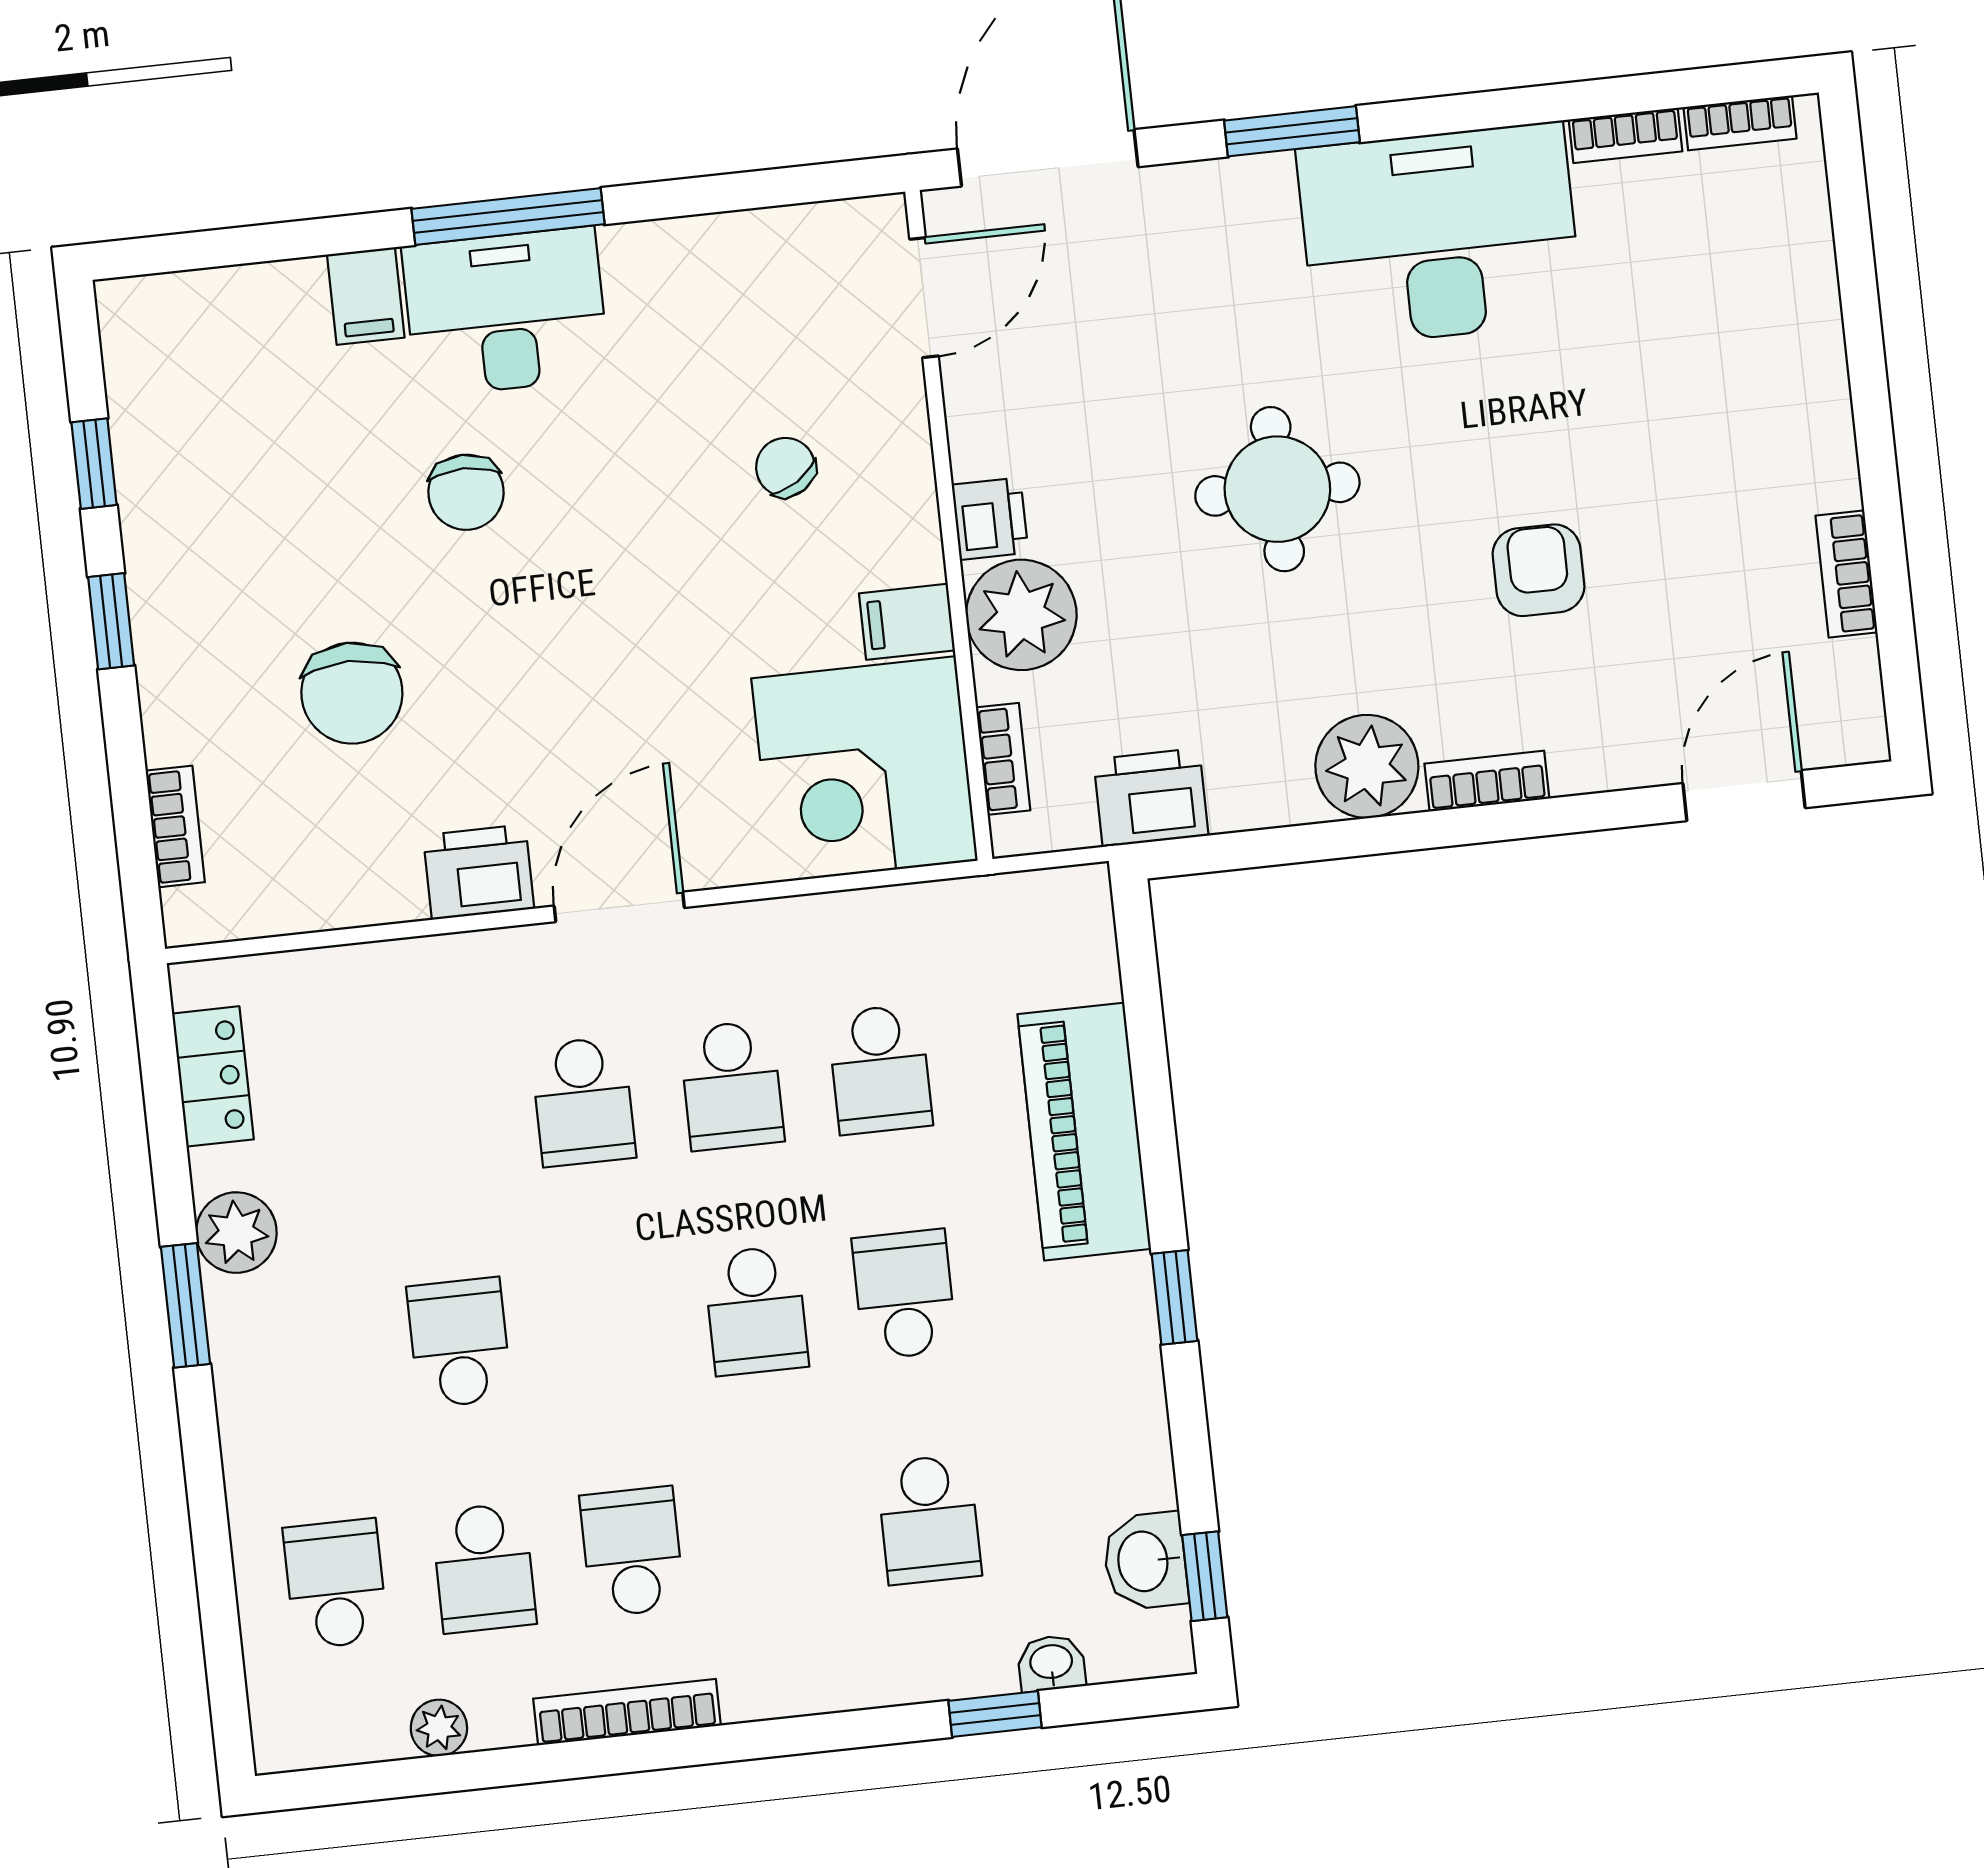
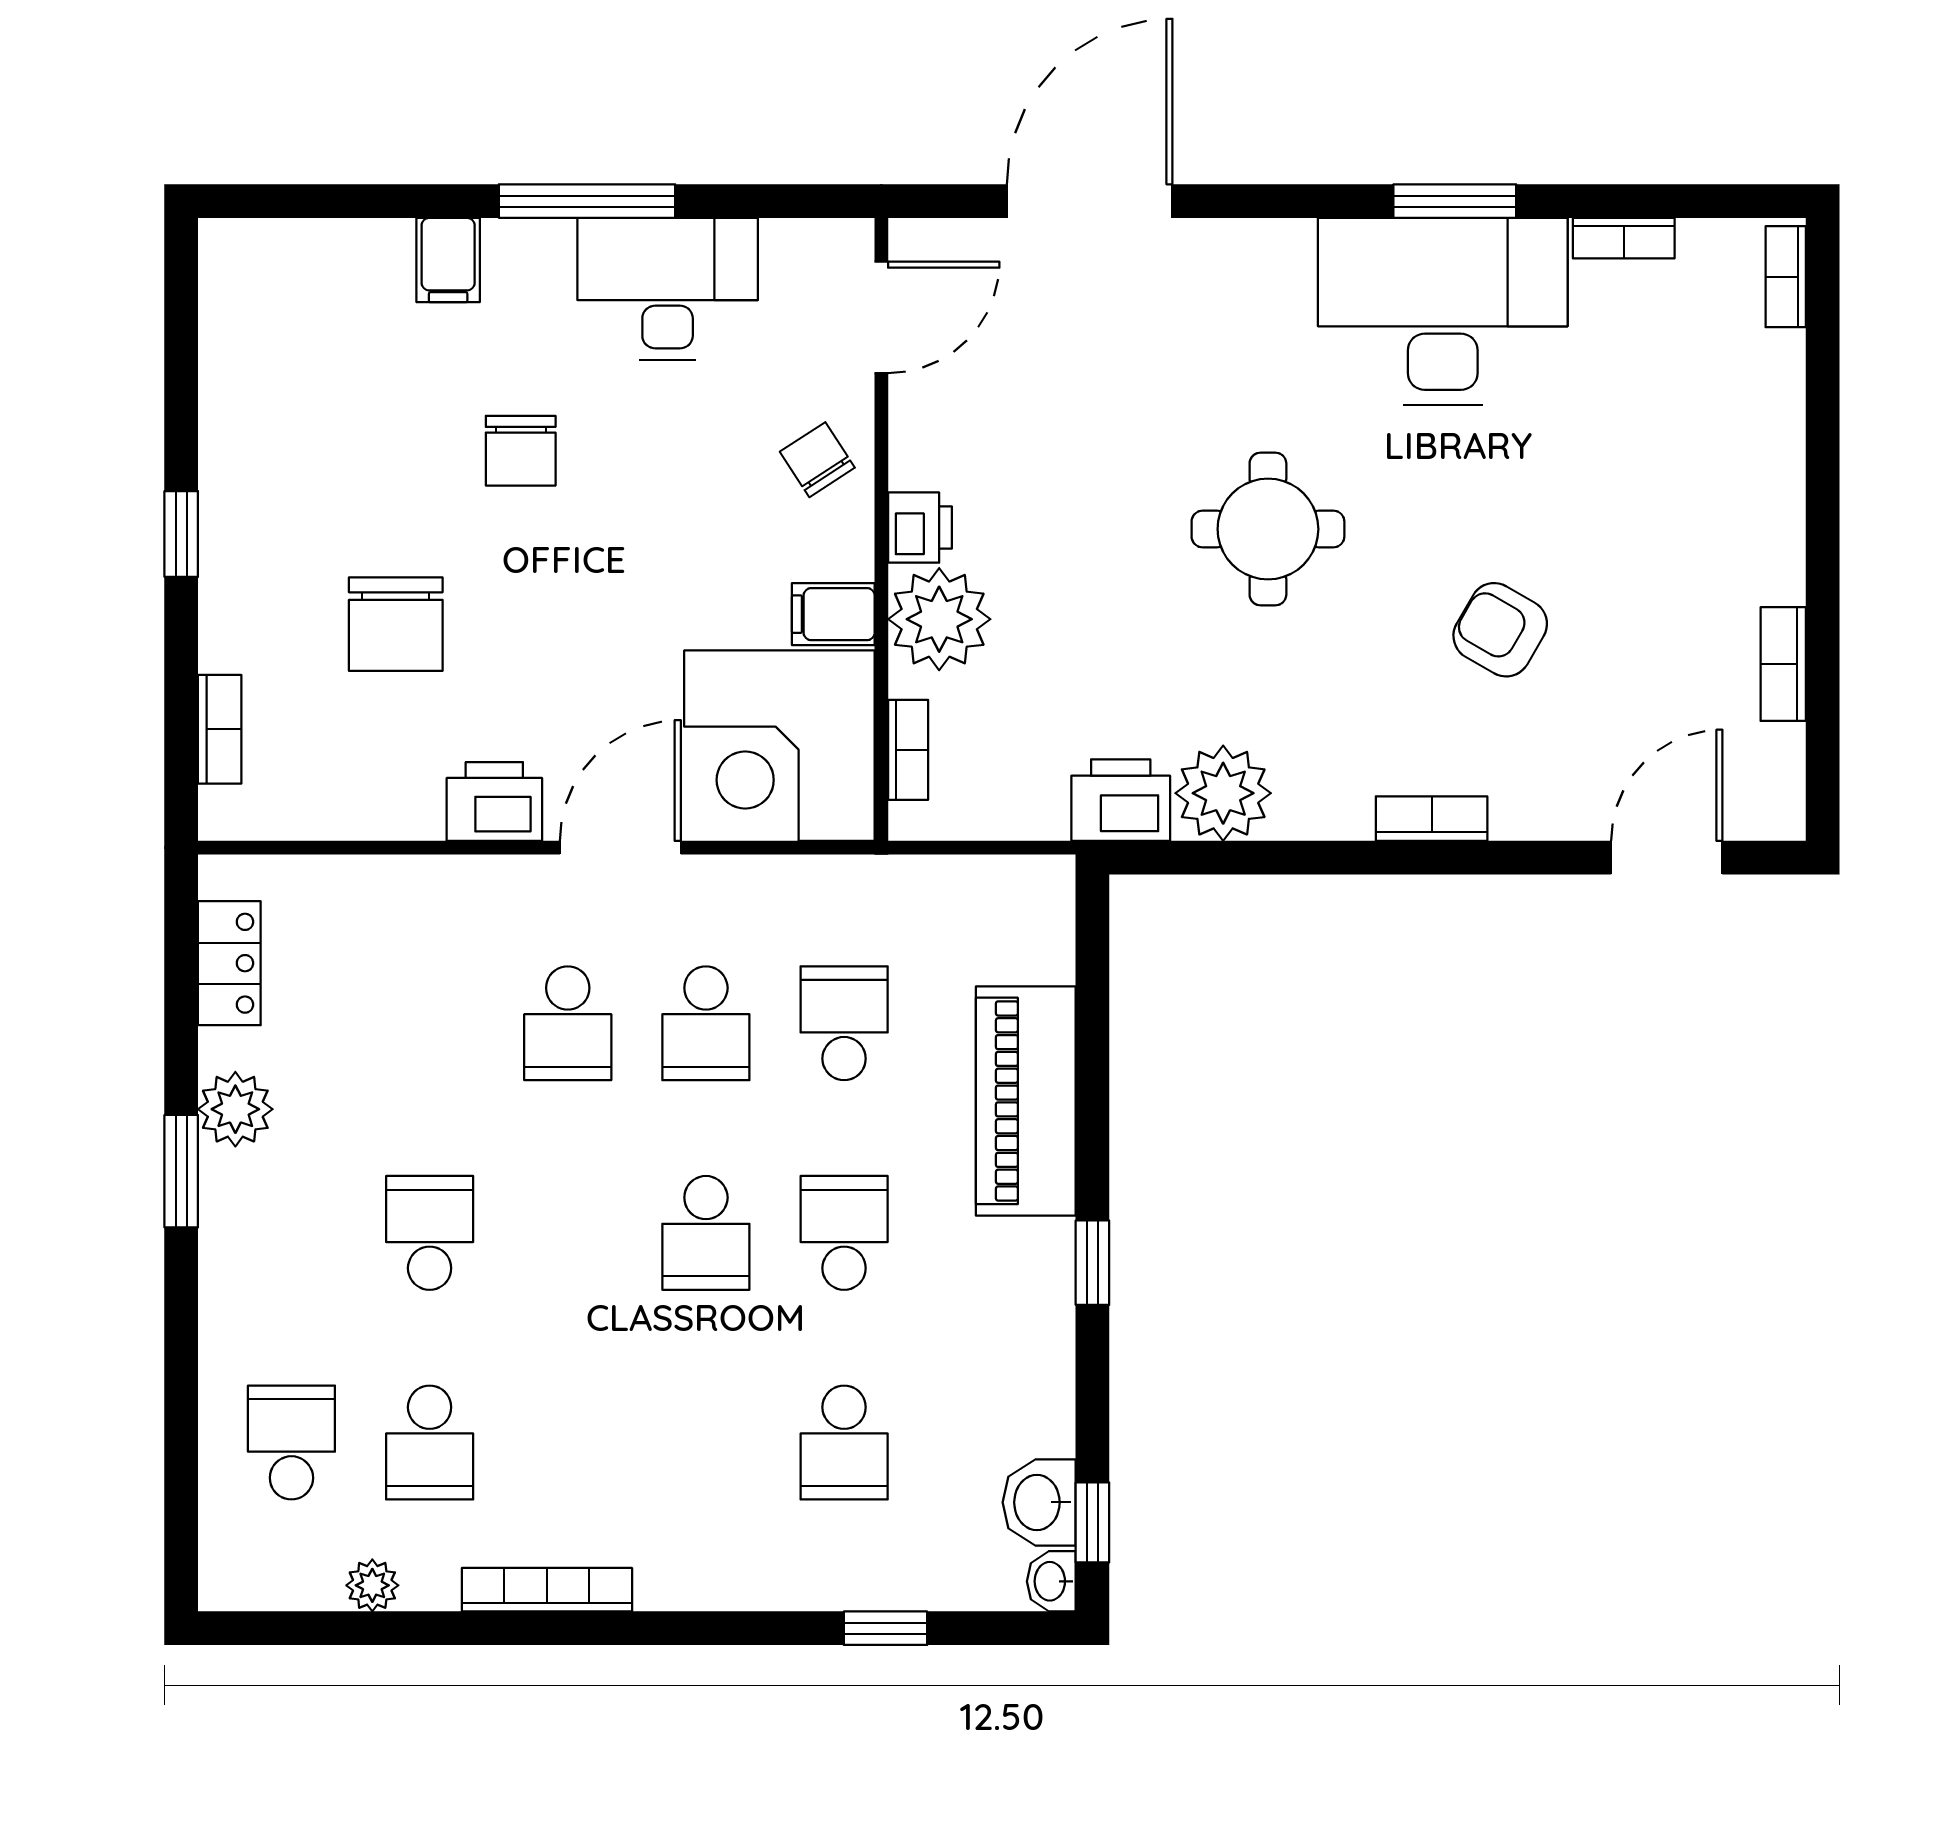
bookcase: (1740, 123) -> (1786, 277), moved, turned 90
window: (1292, 131) -> (1455, 201), moved
door: (924, 298) -> (881, 317), moved
desk: (506, 312) -> (668, 289), moved
window: (94, 464) -> (181, 387), removed
printer: (990, 519) -> (920, 528), moved
wall: (949, 525) -> (881, 529), moved
armchair: (1539, 570) -> (1500, 630), turned -60
plant: (1021, 615) -> (939, 619), moved
filing cabinet: (907, 622) -> (833, 614), moved
bookcase: (1003, 759) -> (908, 750), moved
plant: (1367, 766) -> (1223, 793), moved
corner desk: (865, 769) -> (779, 746), moved
school desk: (880, 1069) -> (844, 1023), turned 180
school desk: (632, 1552) -> (568, 1443), removed
washbasin: (1051, 1663) -> (1051, 1581), moved, turned -90

